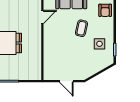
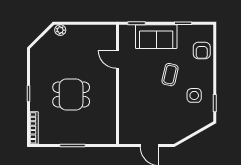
door: (42, 17) -> (117, 59), swing flipped

